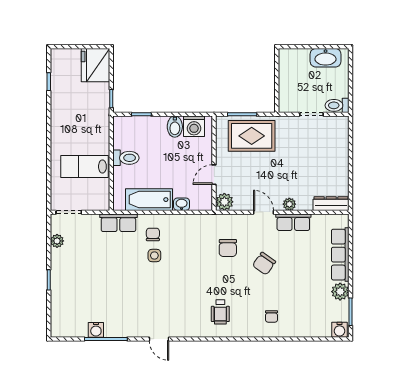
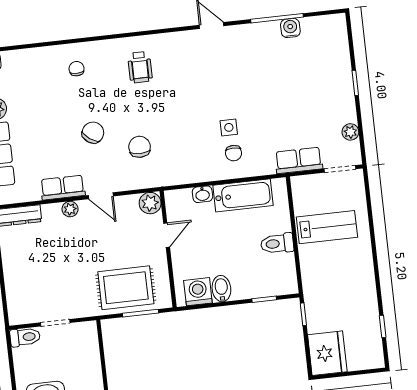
row of seats: (118, 223) -> (299, 160), moved
wheelchair: (220, 312) -> (140, 67), turned 180

